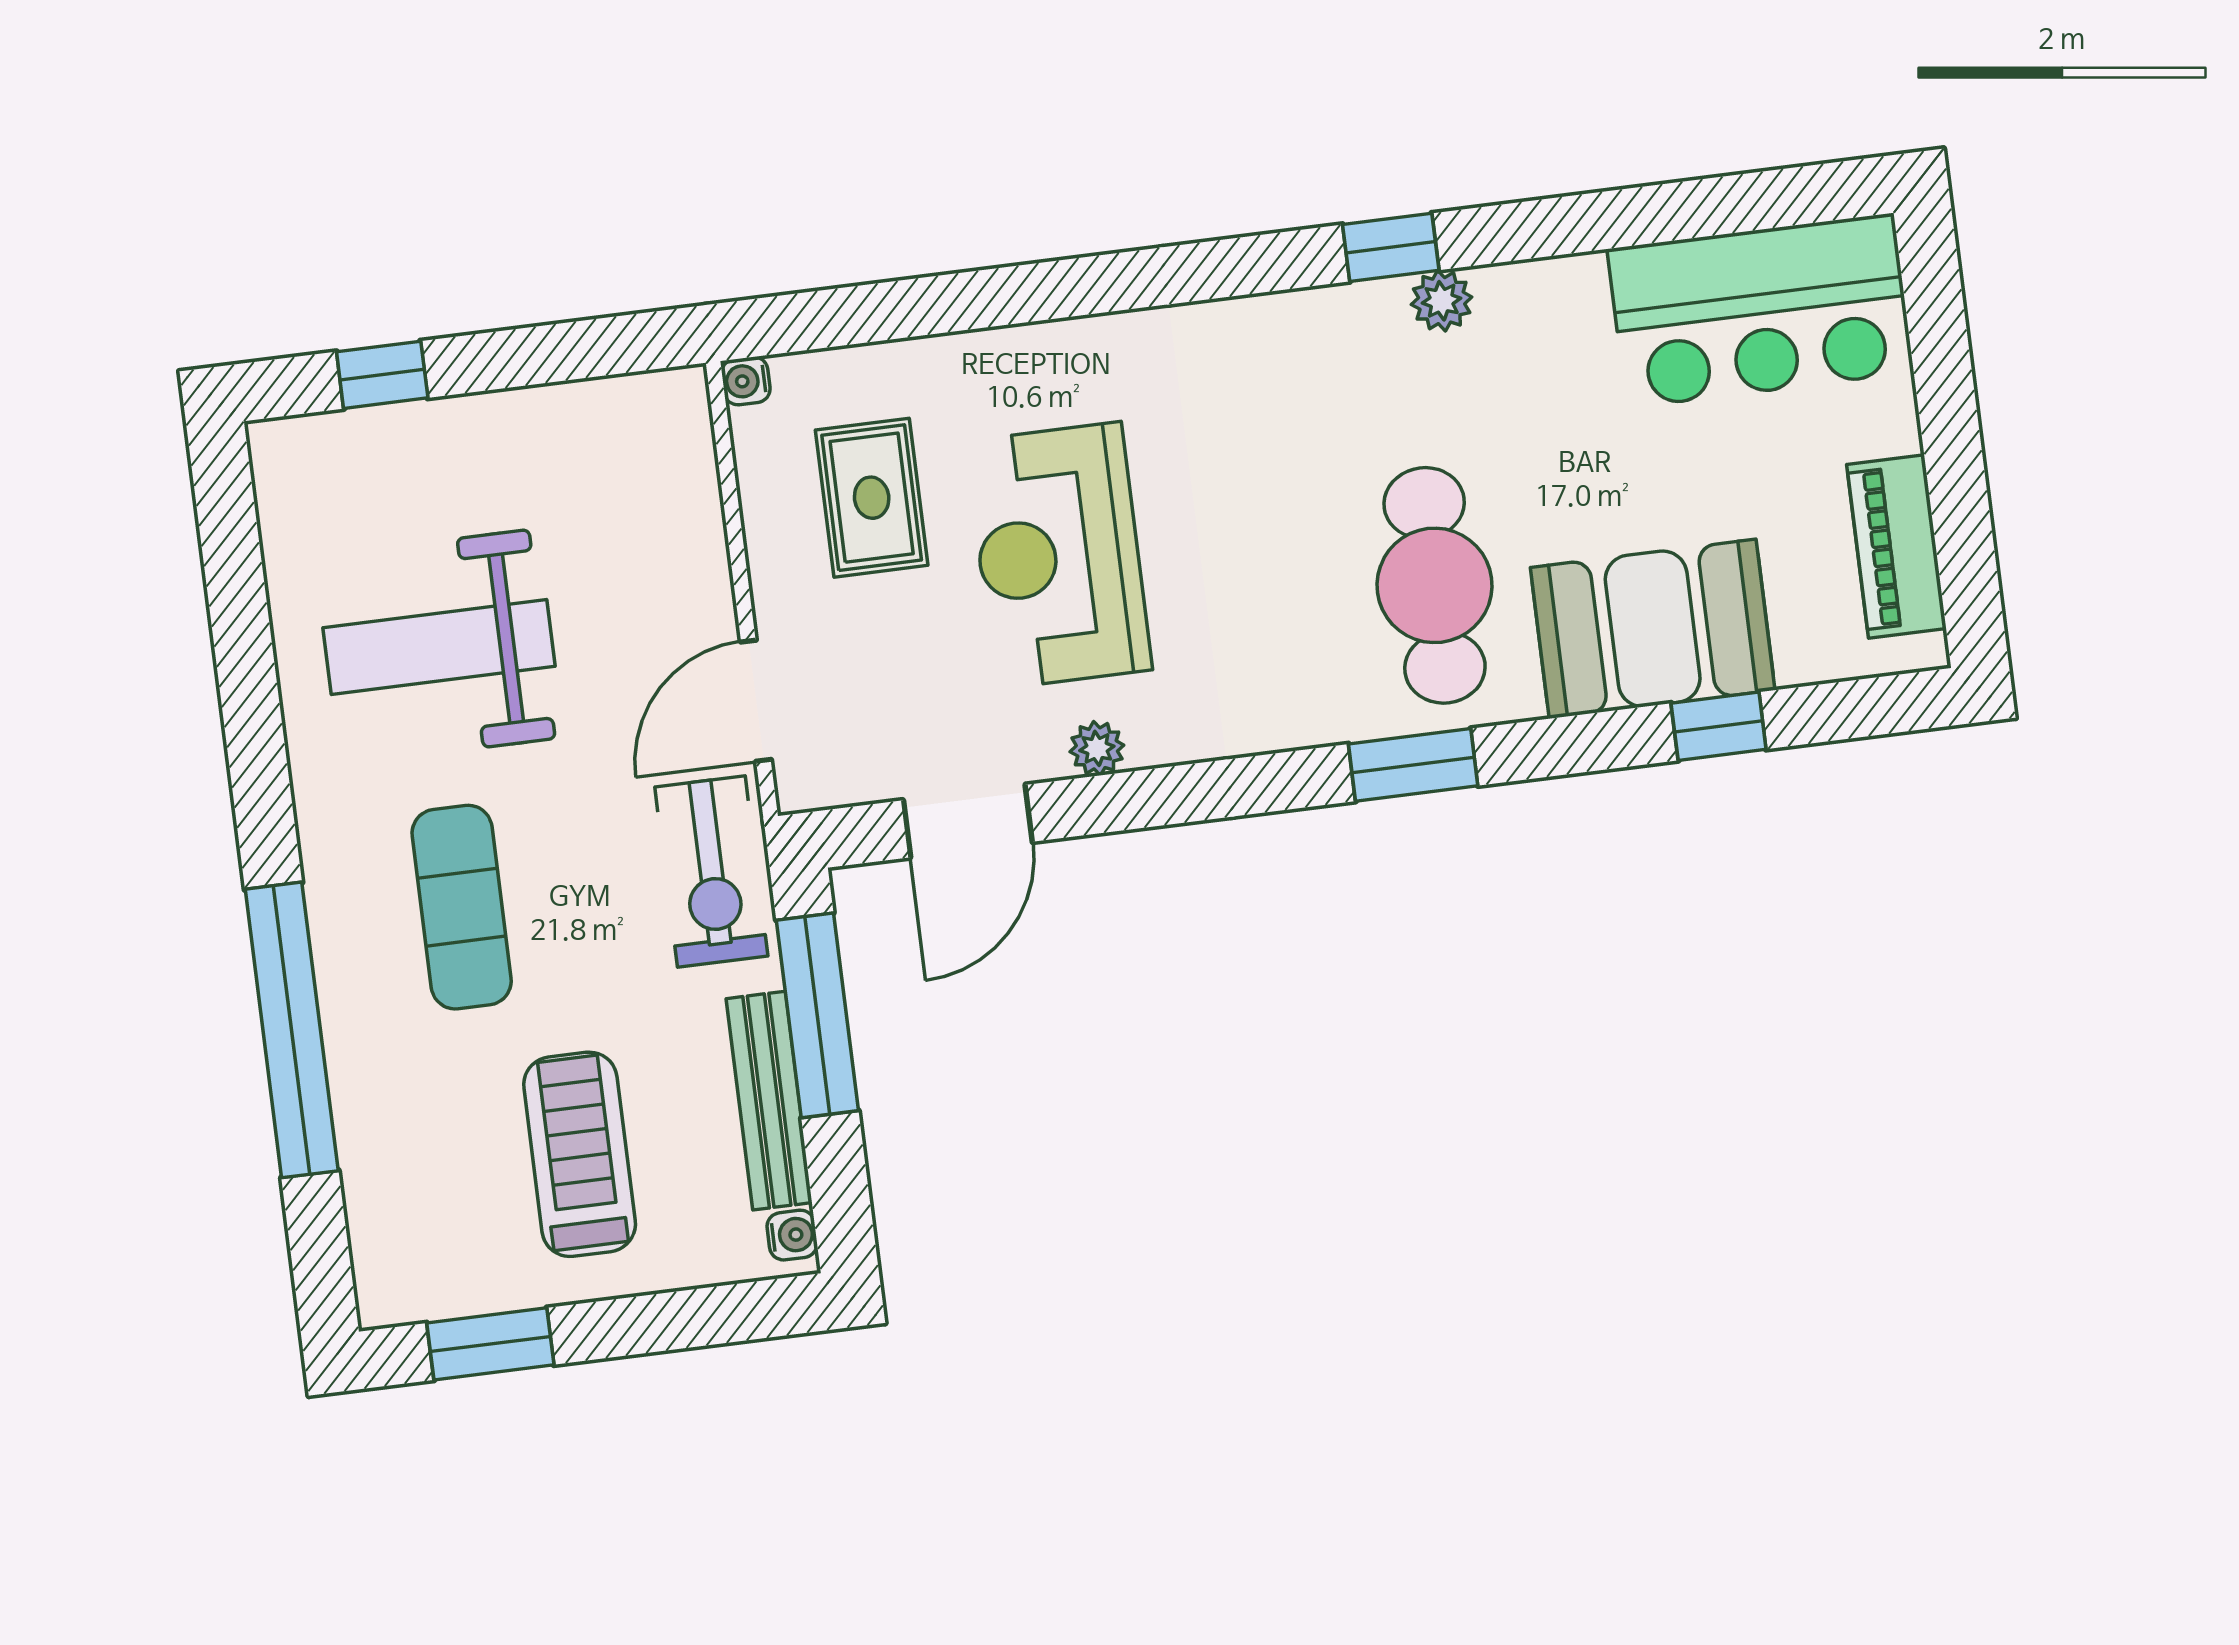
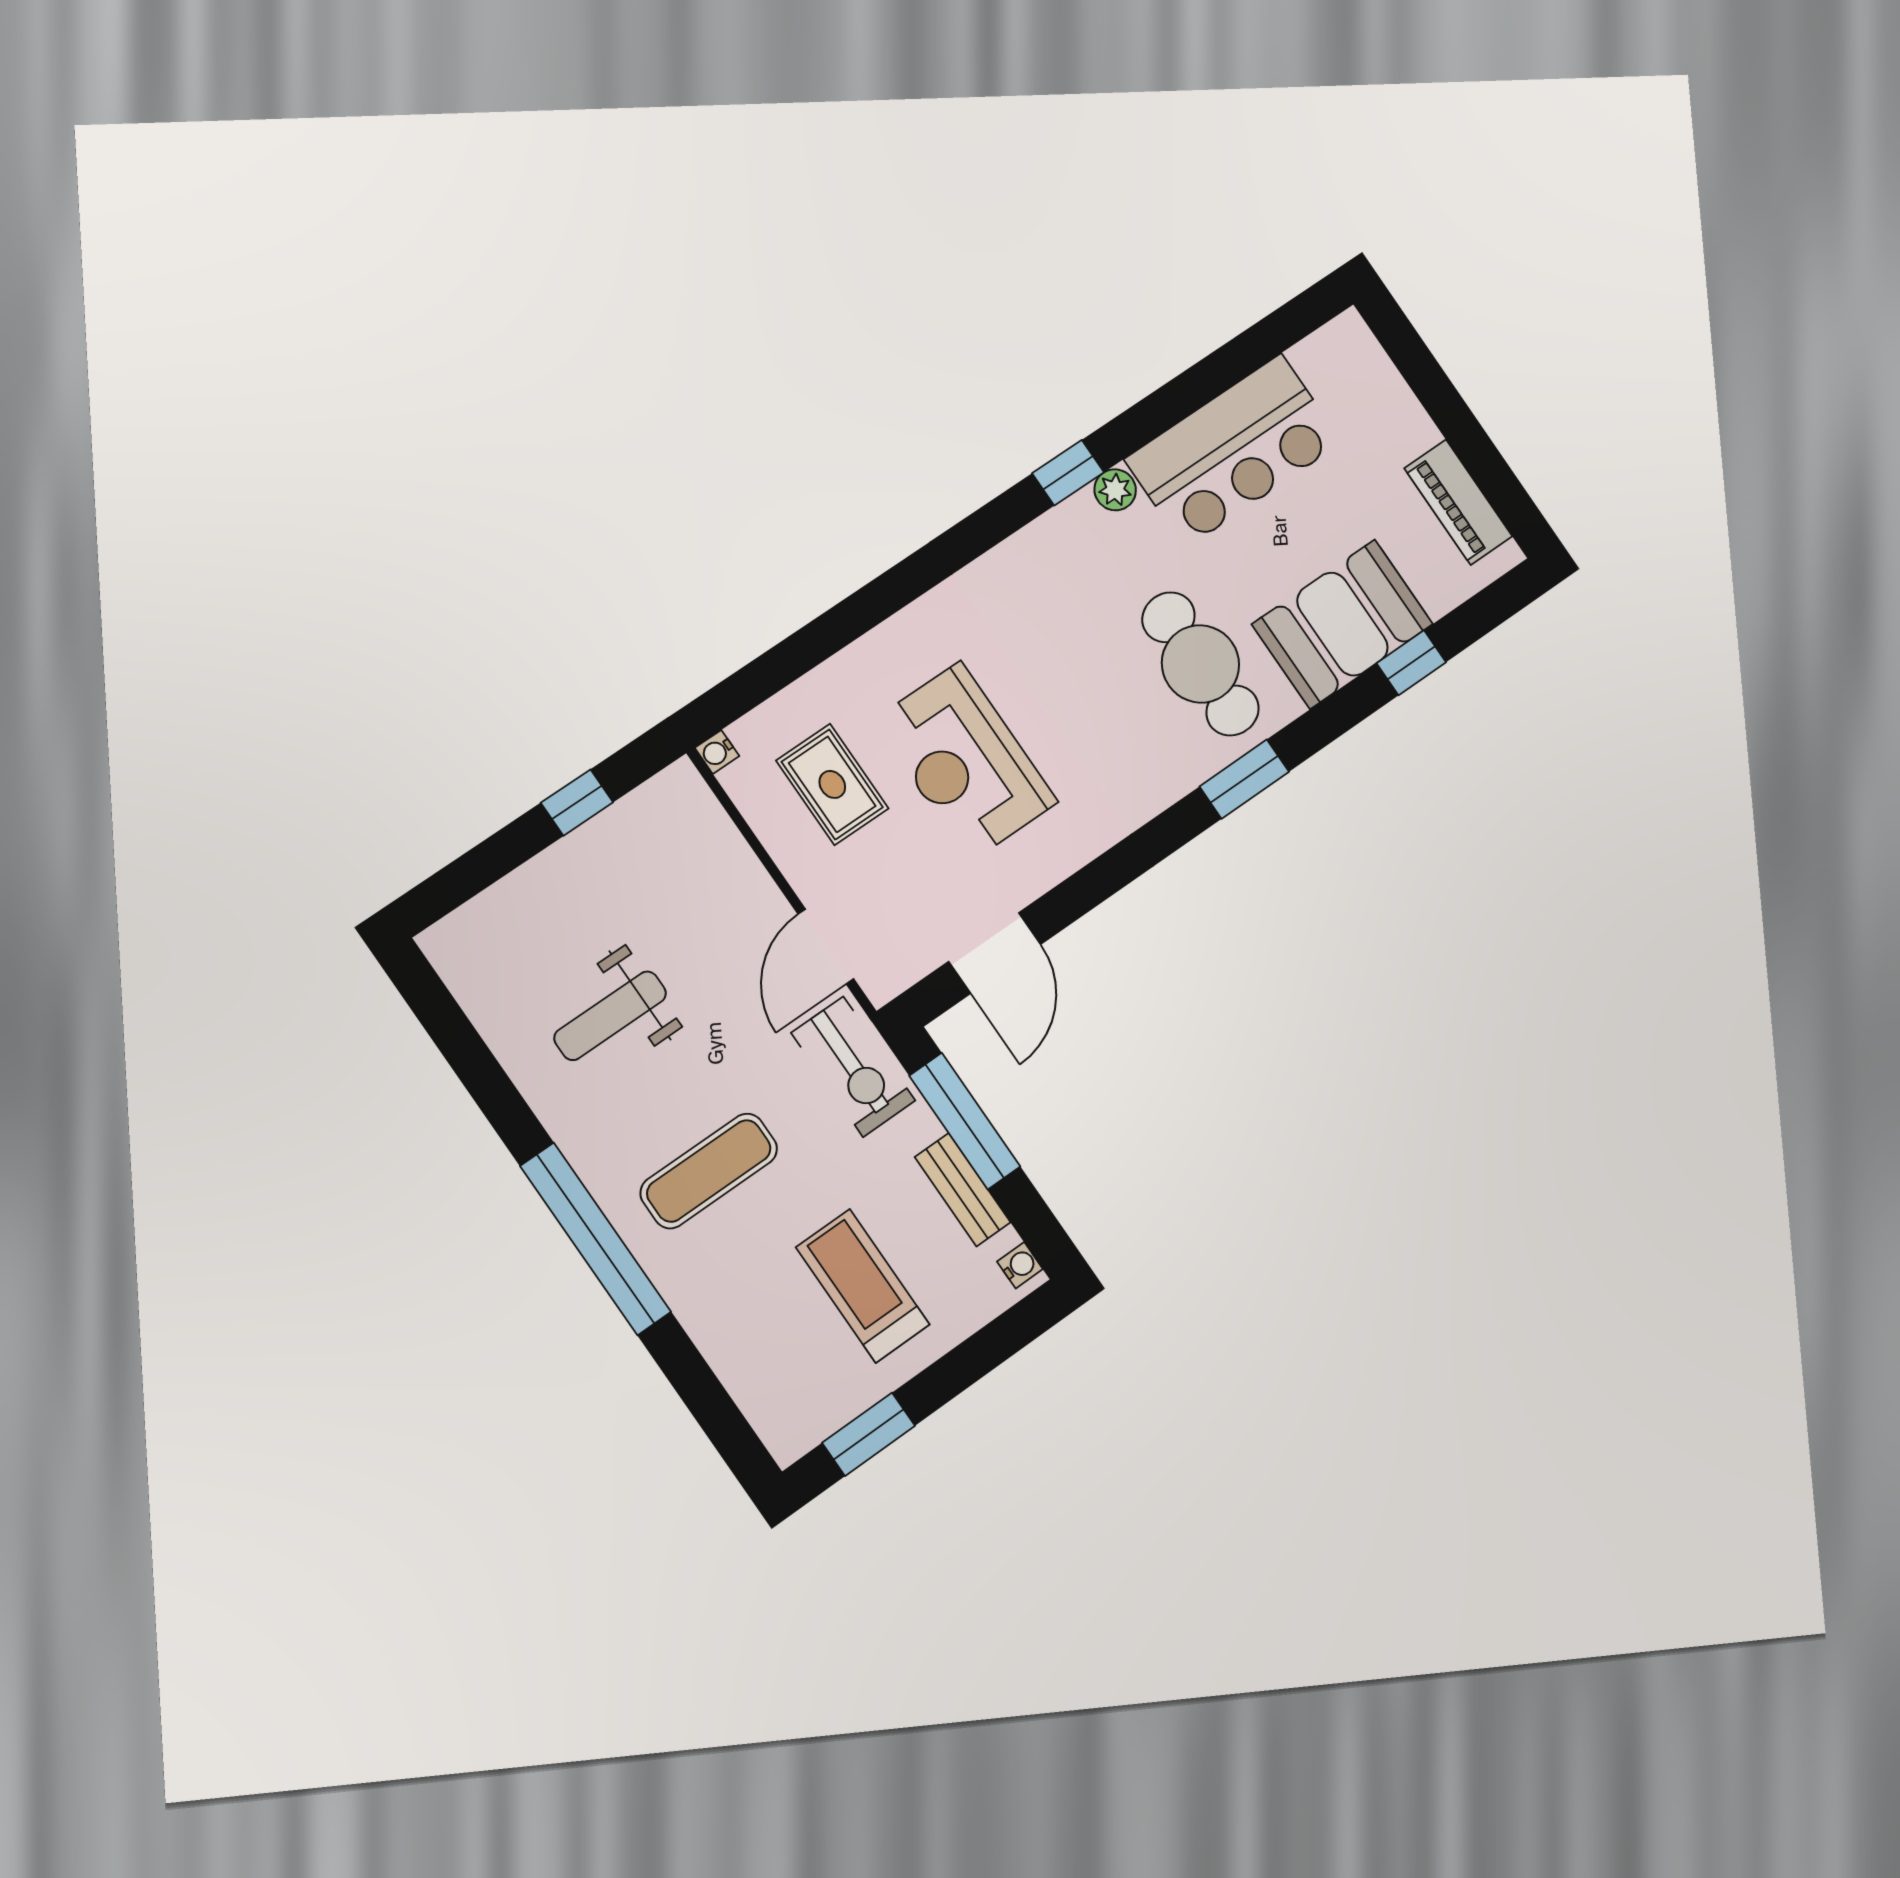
bar counter: (1760, 311) -> (1233, 451), moved
window: (382, 375) -> (577, 803), moved
weight bench: (439, 647) -> (610, 1016), width x0.73, depth x0.75
plant: (1097, 748) -> (1050, 868), removed
exercise mat: (462, 907) -> (709, 1171), turned 90
window: (292, 1030) -> (596, 1239), moved
bench: (769, 1101) -> (963, 1190), width x0.73

